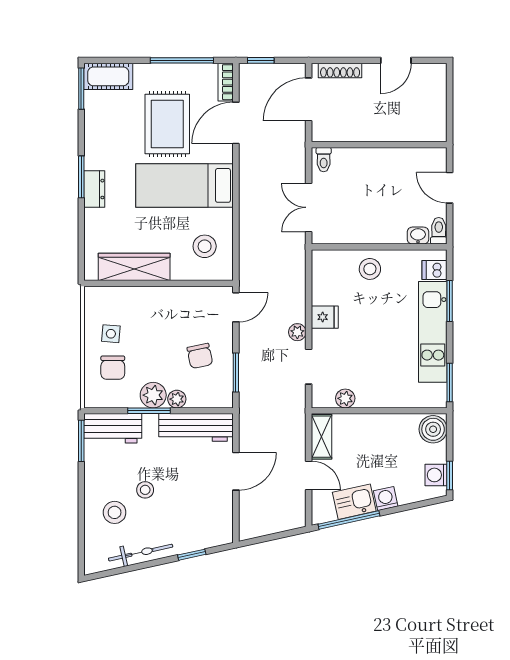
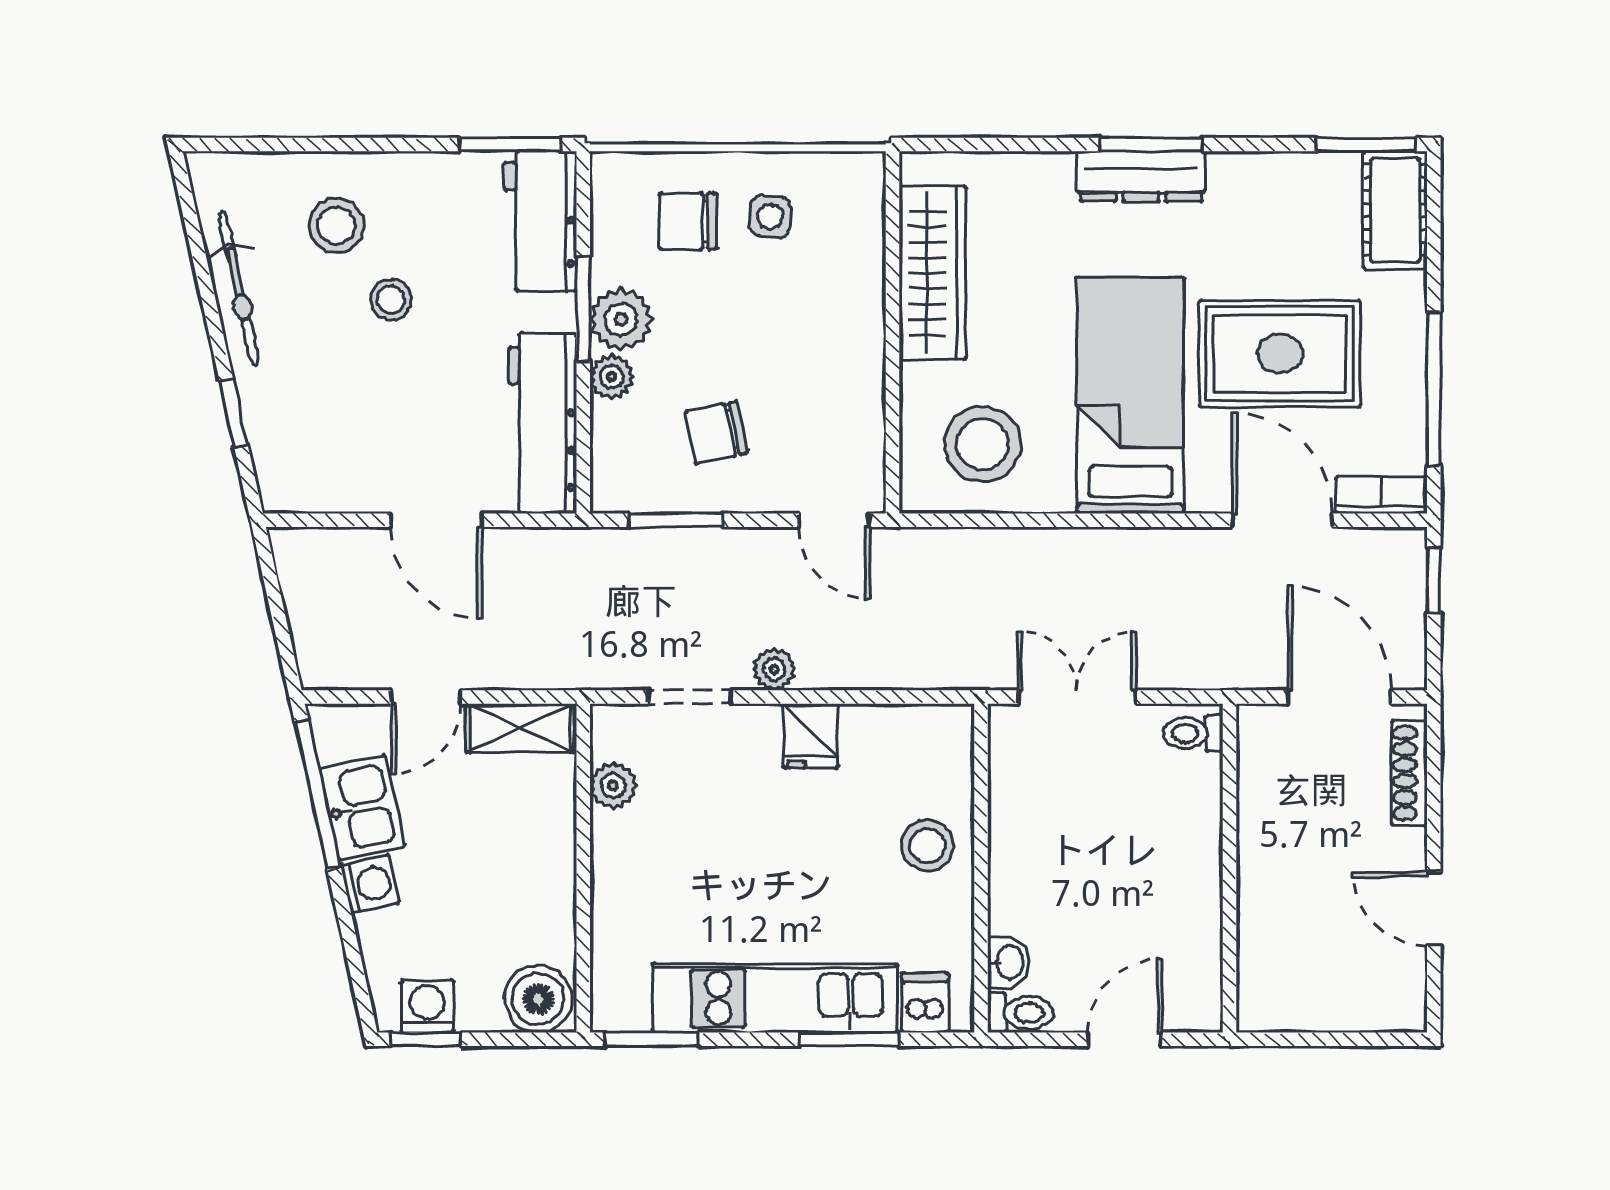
dresser: (94, 189) -> (1141, 176), width x1.44
stool: (205, 246) -> (983, 444), width x1.38, depth x1.38

